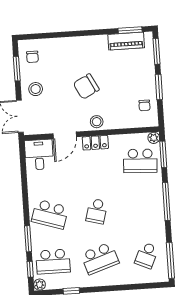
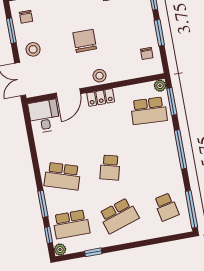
chair: (86, 86) -> (85, 41), turned 117
school desk: (147, 255) -> (166, 207), turned -36

